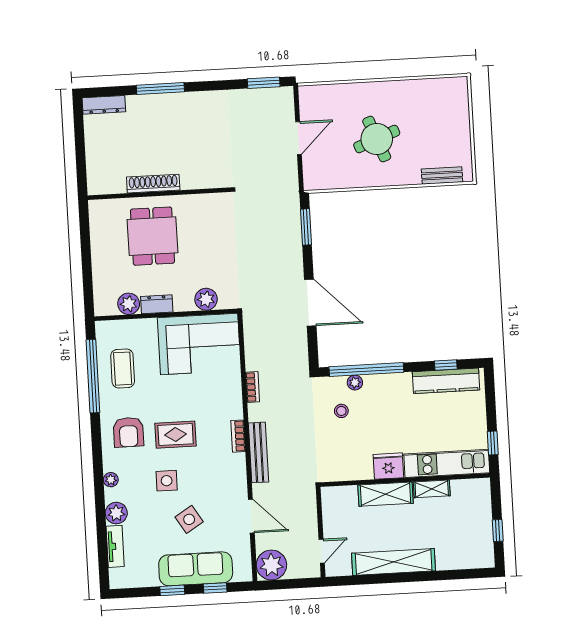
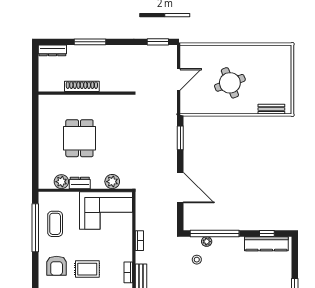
shoe rack: (153, 184) -> (82, 86), moved
wall: (159, 194) -> (85, 93), moved

